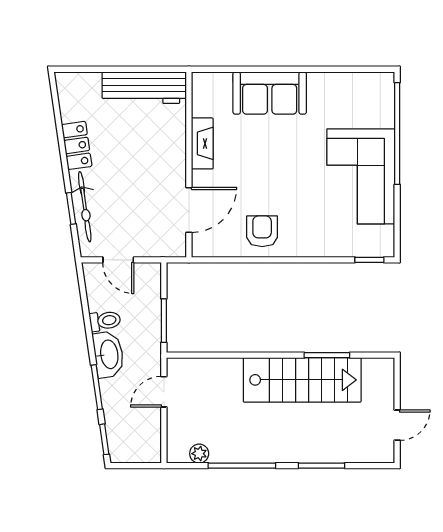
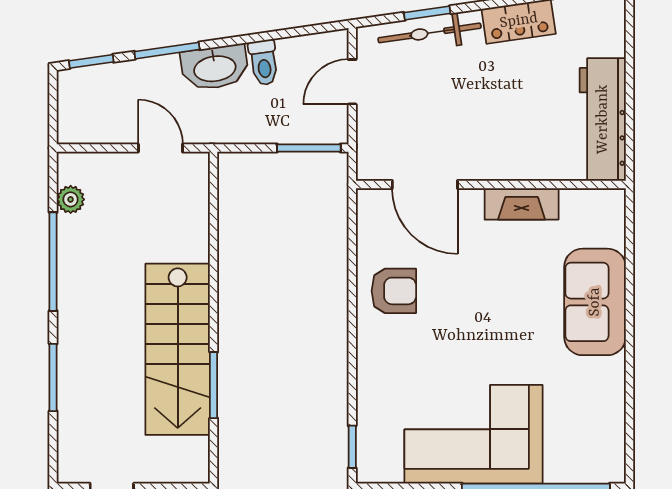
window: (164, 321) -> (309, 148), moved

